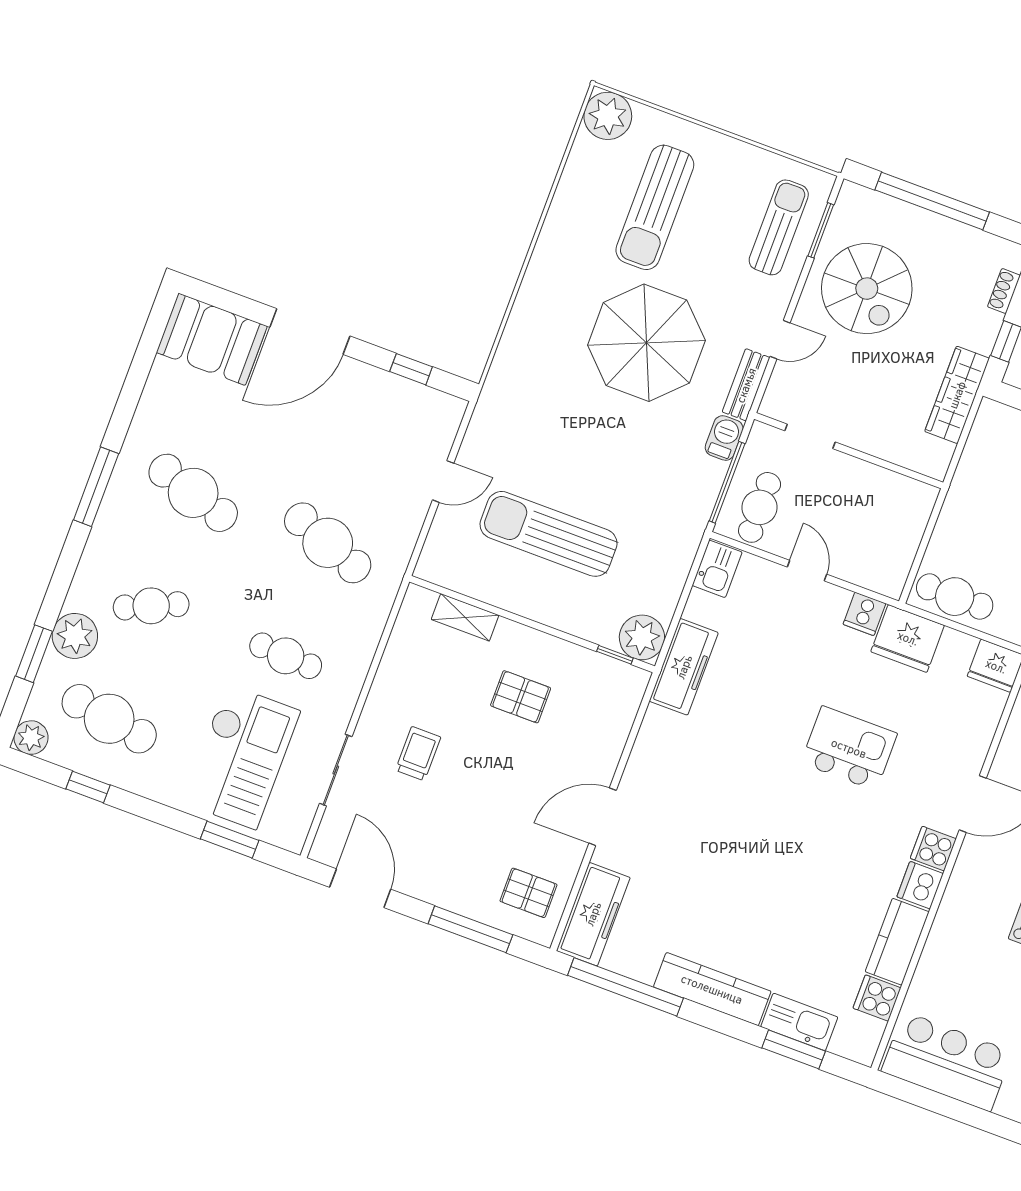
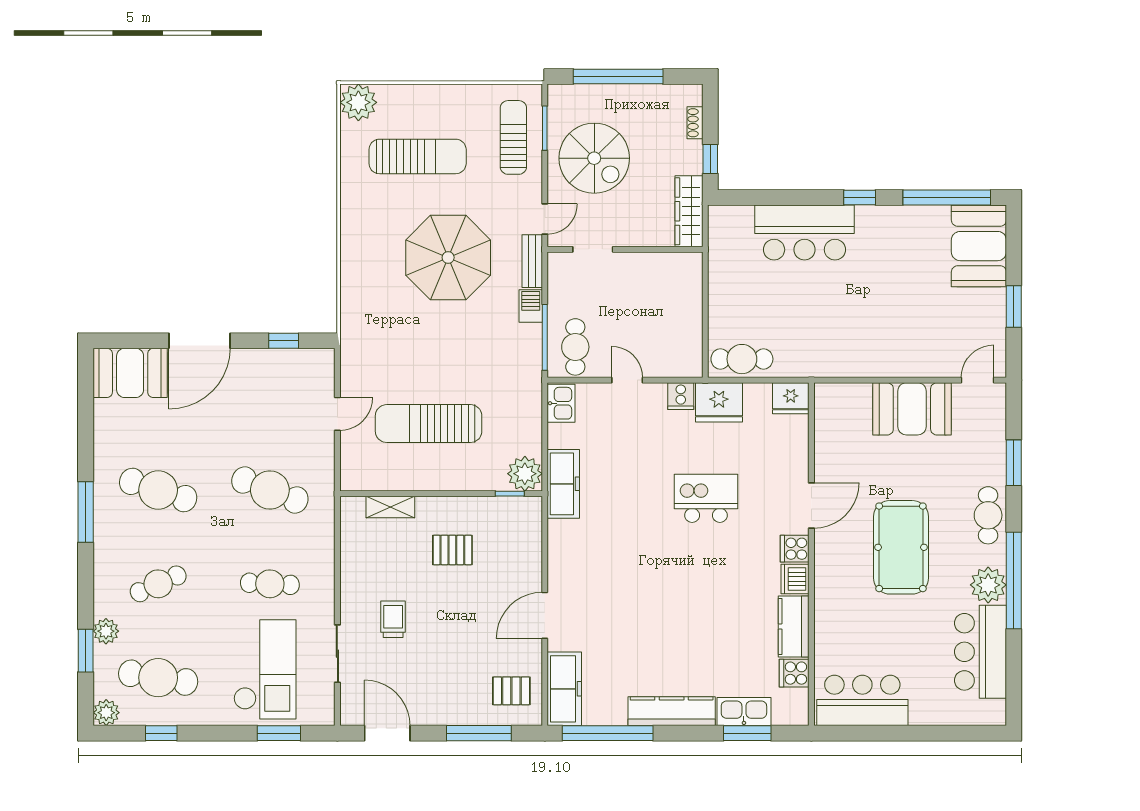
sun lounger: (655, 207) -> (418, 156), turned -90
doorway: (810, 436) -> (593, 249), moved
wall: (849, 451) -> (625, 249), moved
plant: (75, 636) -> (106, 631), width x0.73, depth x0.73

